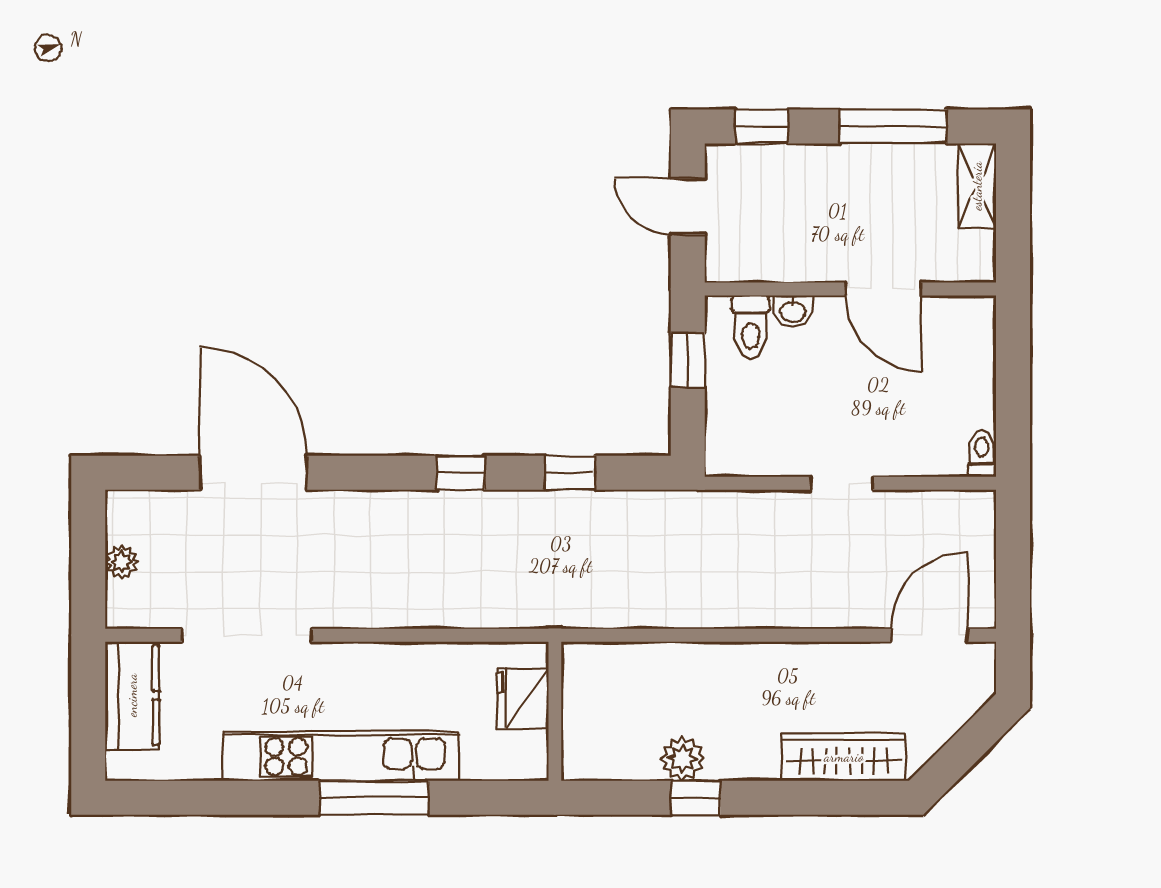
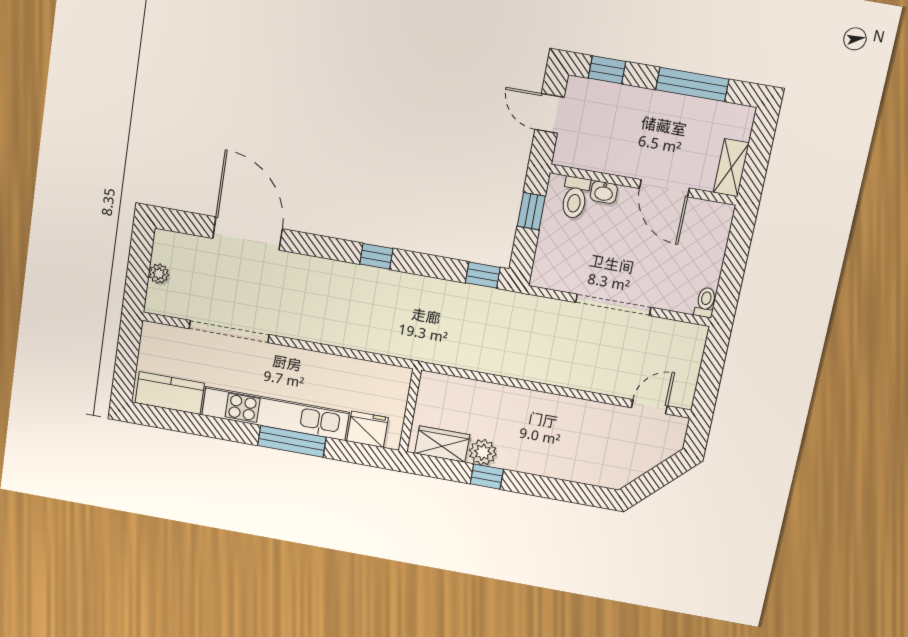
shelving: (977, 186) -> (731, 168), moved
window: (570, 473) -> (483, 275), moved
doorway: (842, 483) -> (613, 305), width x1.88
door: (930, 635) -> (649, 407), width x0.73
kitchen counter: (132, 695) -> (170, 393), moved, turned -90
fridge: (523, 698) -> (367, 429), moved, turned 90
wardrobe: (844, 757) -> (442, 444), moved, width x0.67

